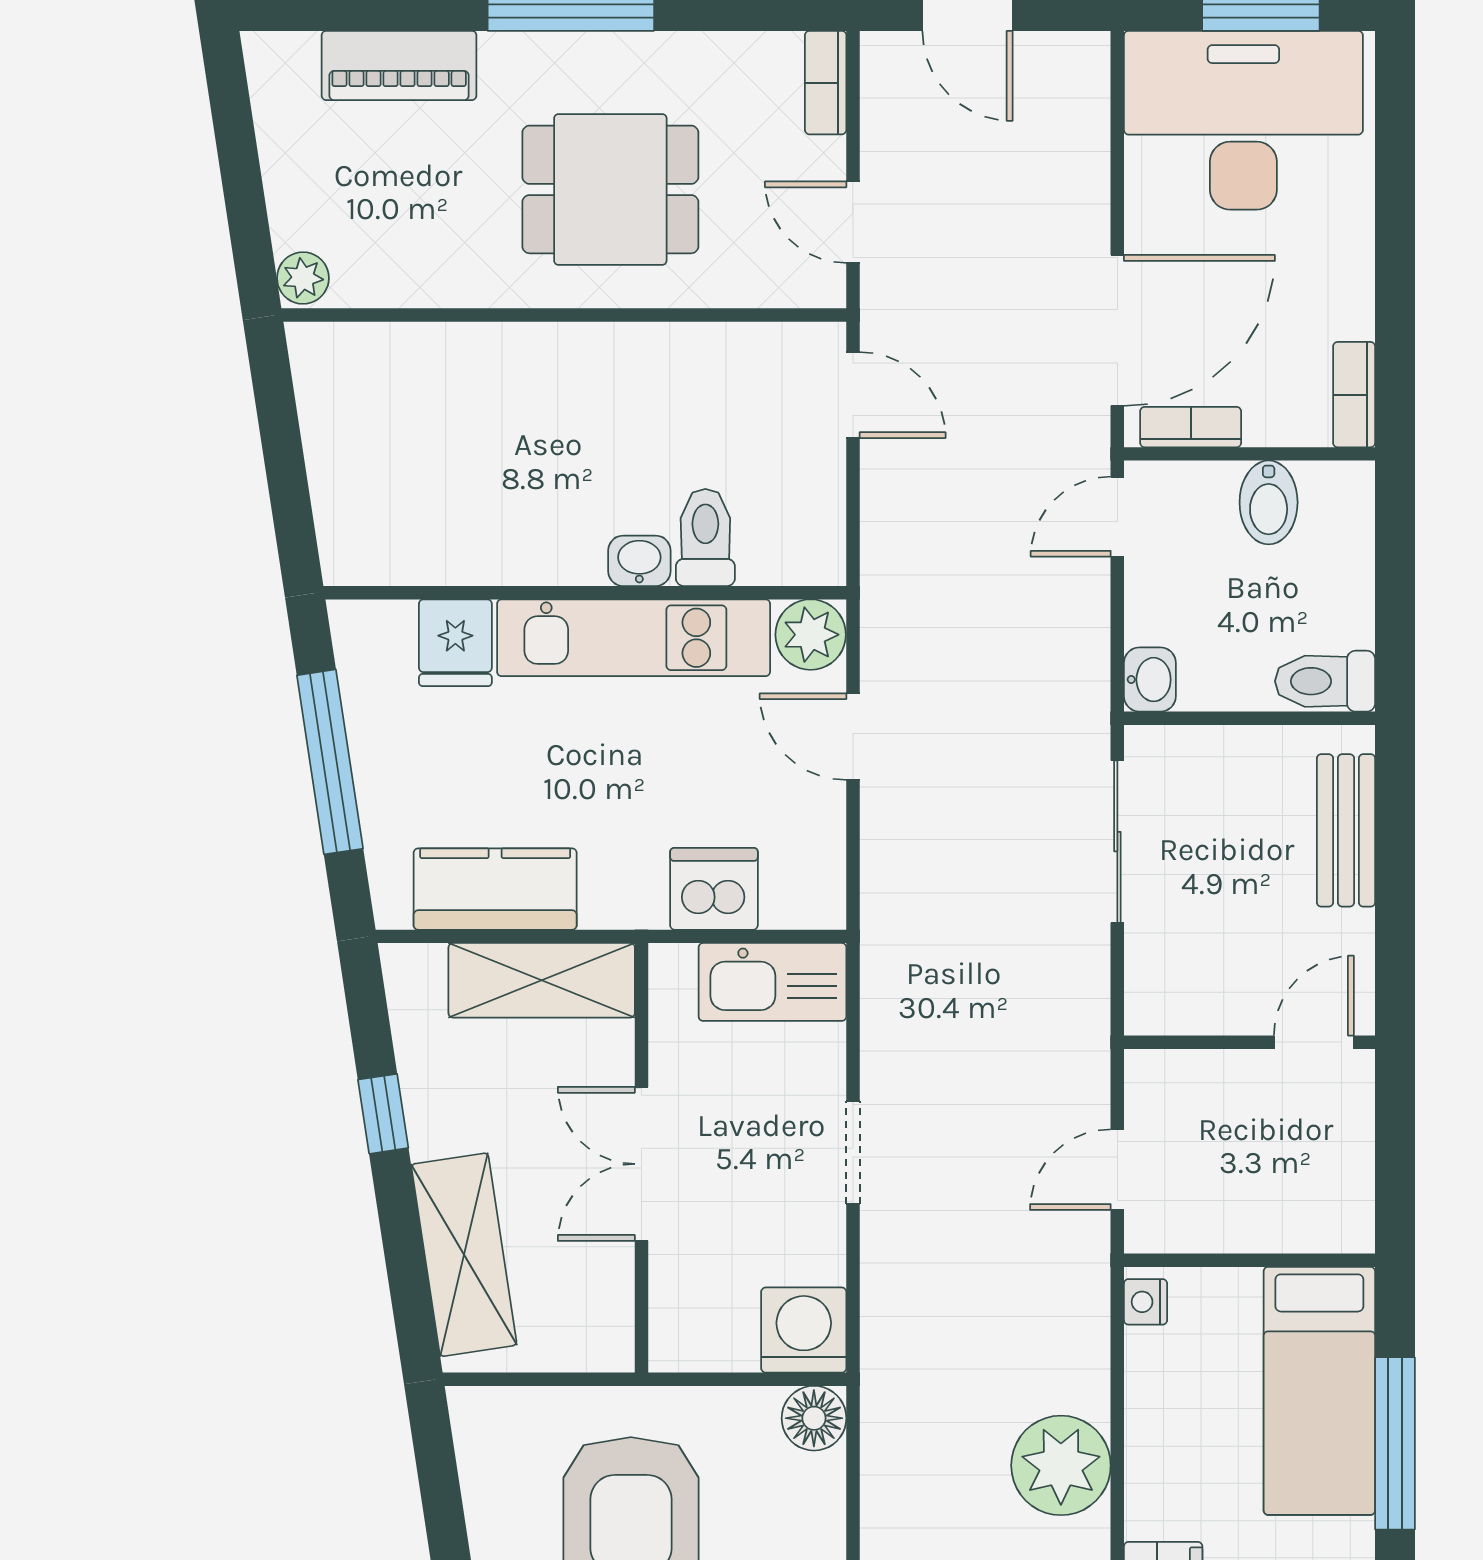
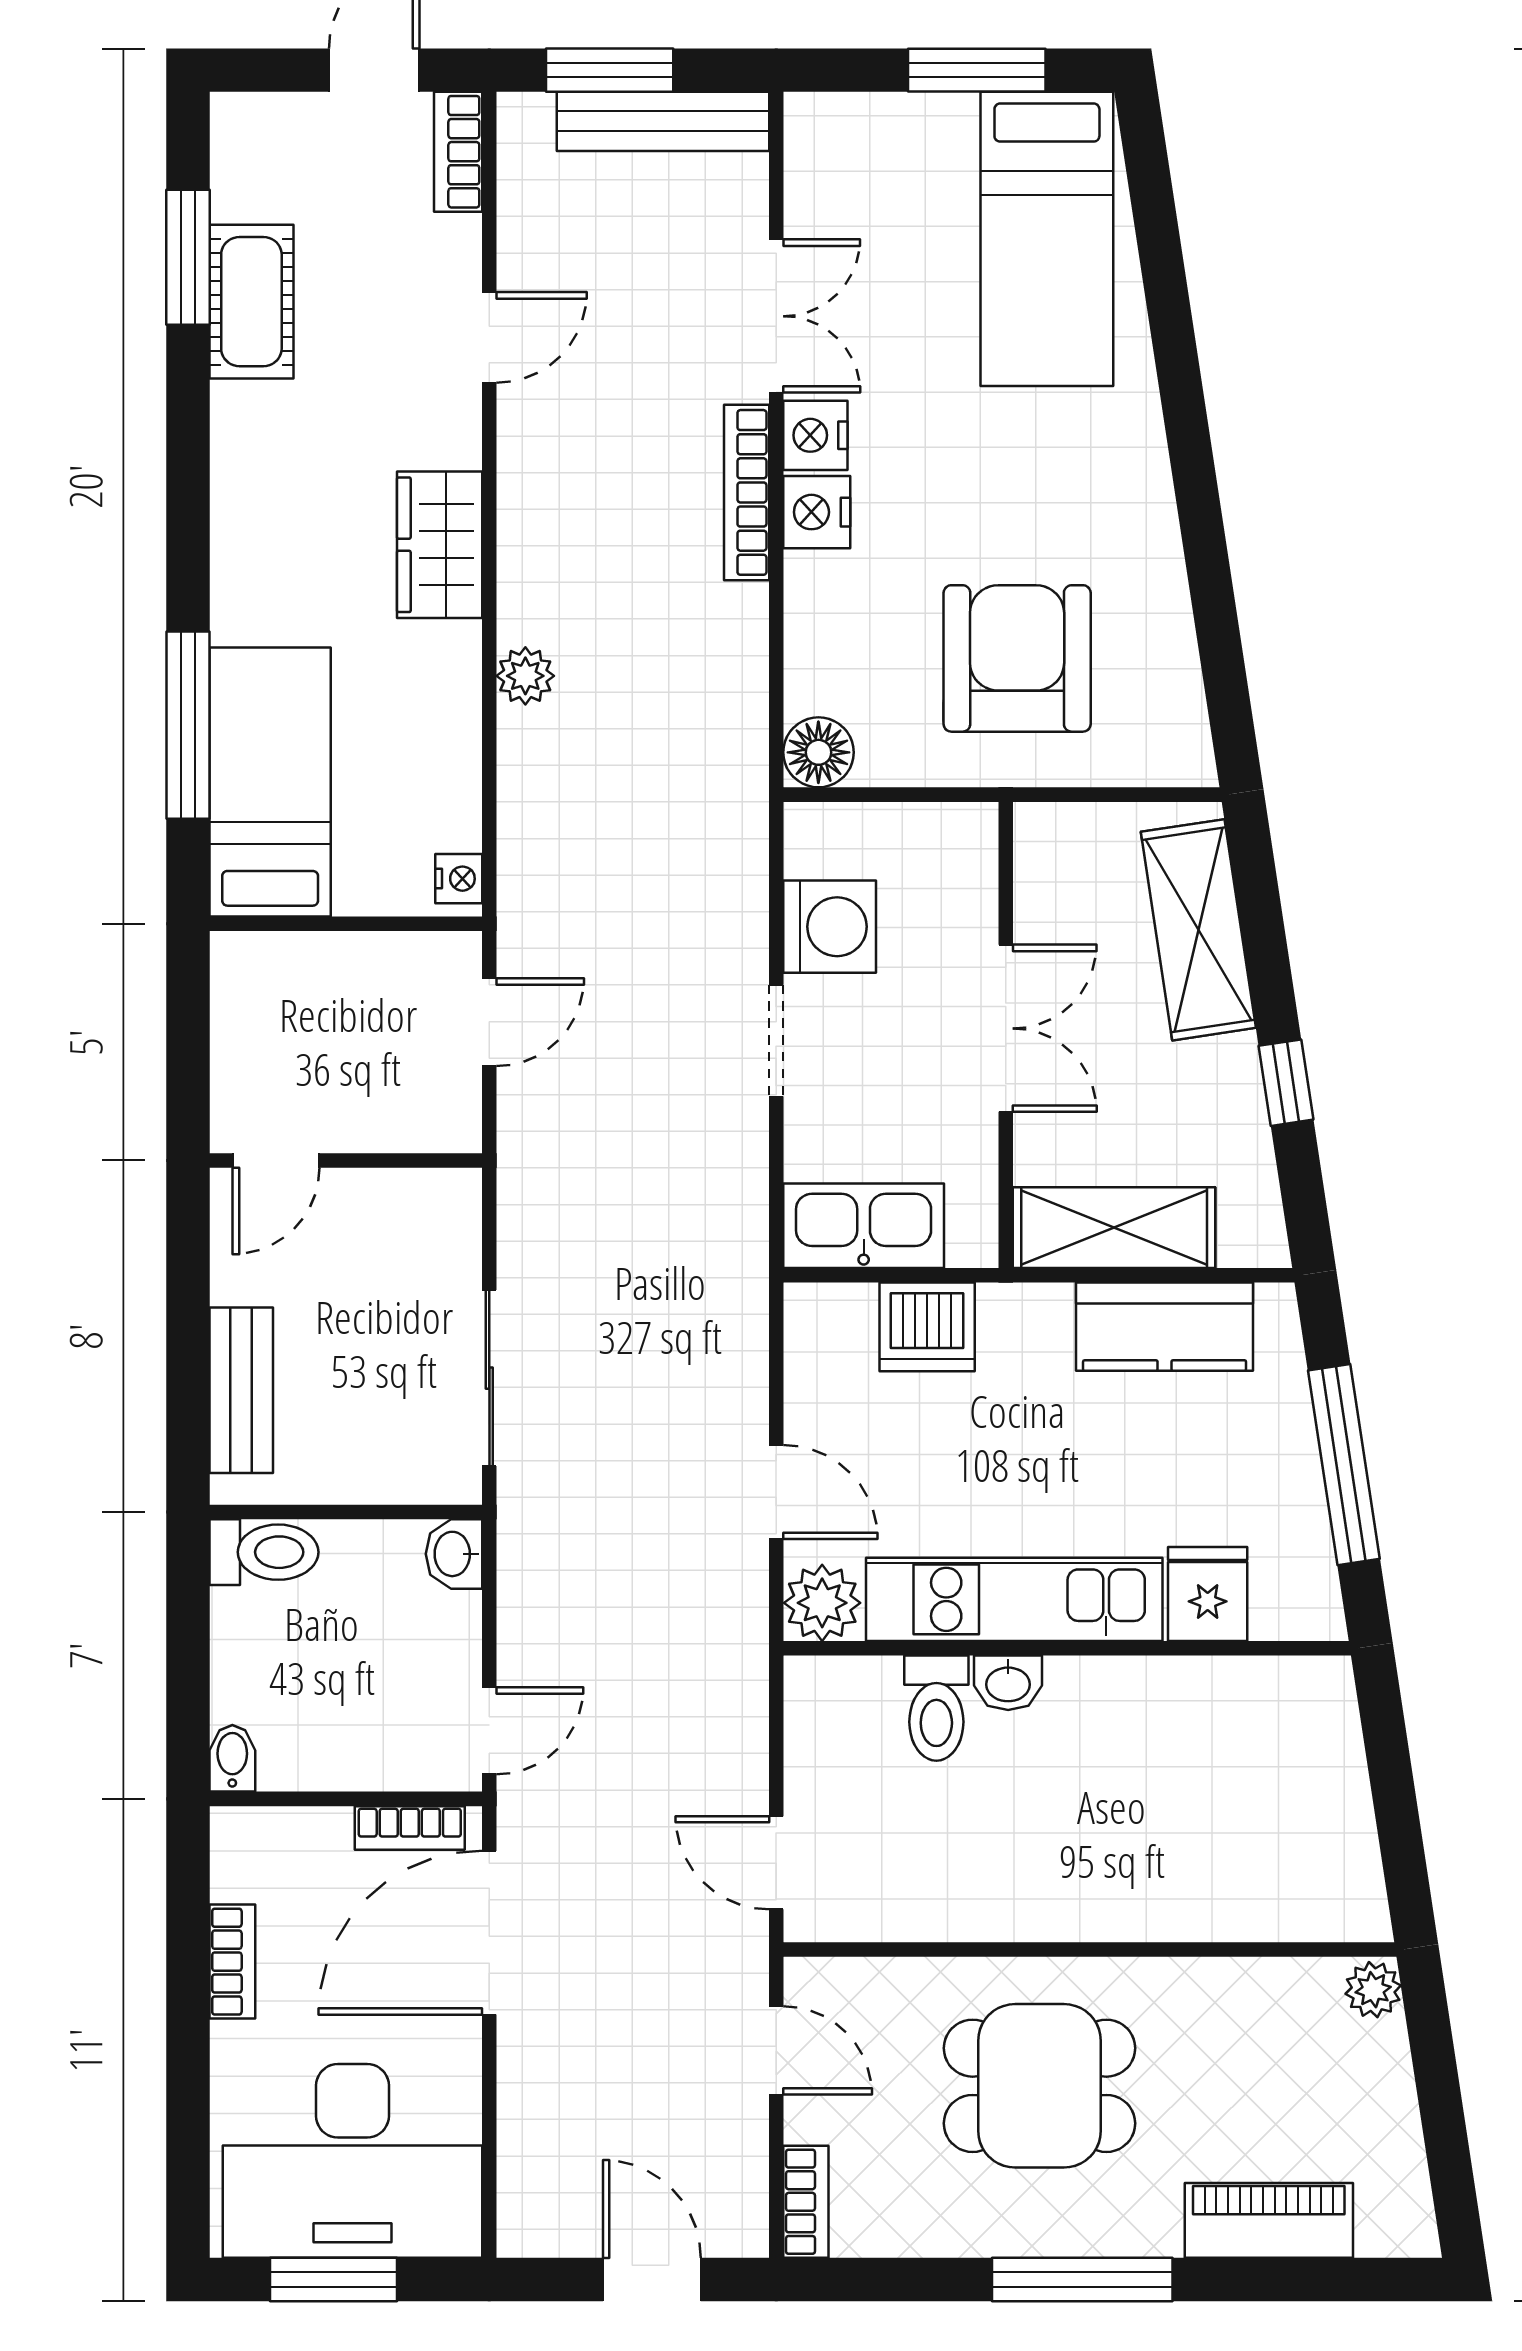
bookcase: (1354, 395) -> (232, 1962), moved
bidet: (1269, 502) -> (232, 1758), moved, width x0.72, depth x0.74
washing machine: (804, 1330) -> (830, 927), moved, turned -90
plant: (1061, 1465) -> (525, 676), width x0.53, depth x0.53

